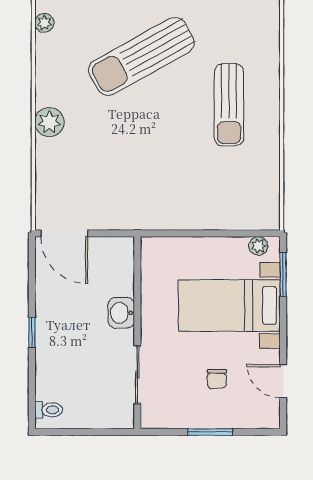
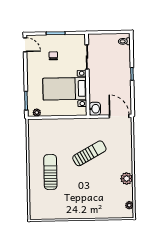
sun lounger: (141, 56) -> (89, 153), moved, width x0.73, depth x0.75
plant: (49, 122) -> (127, 178), moved
bed with nightstands: (229, 305) -> (65, 89), moved, turned 180
washbasin: (121, 313) -> (95, 109), moved
door: (283, 381) -> (25, 45), moved

